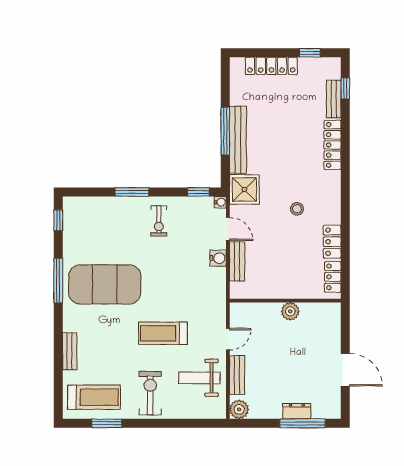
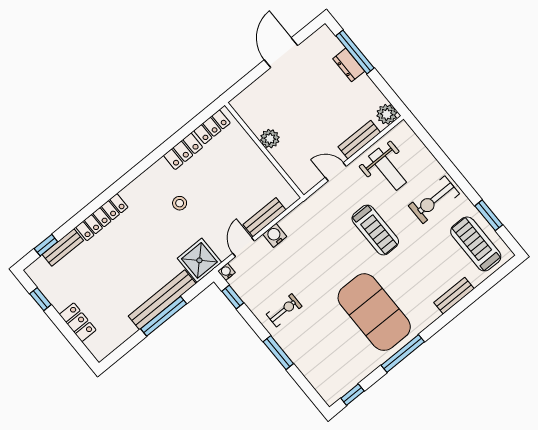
locker: (271, 66) -> (78, 322), width x0.66

